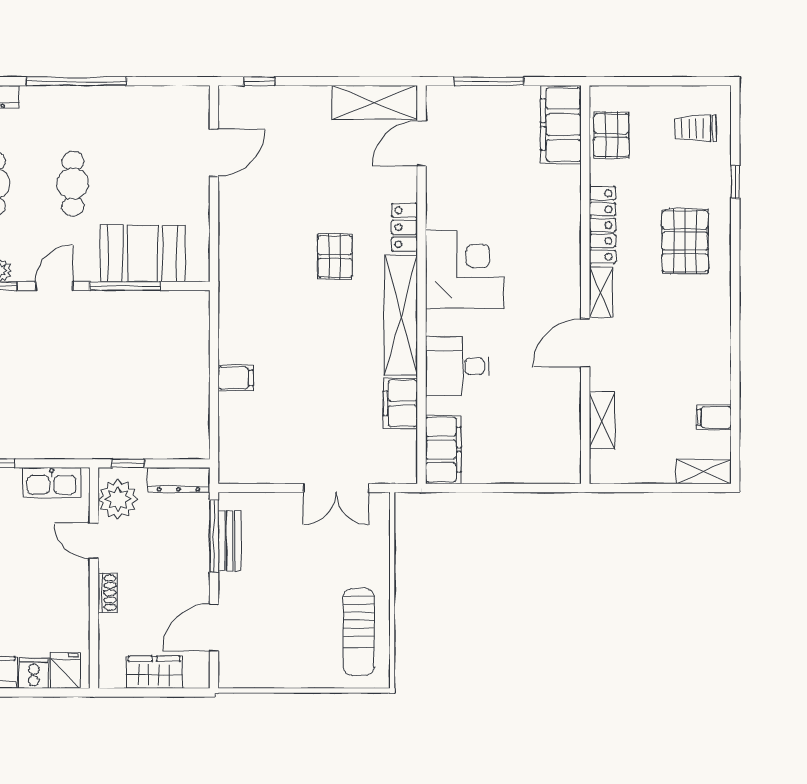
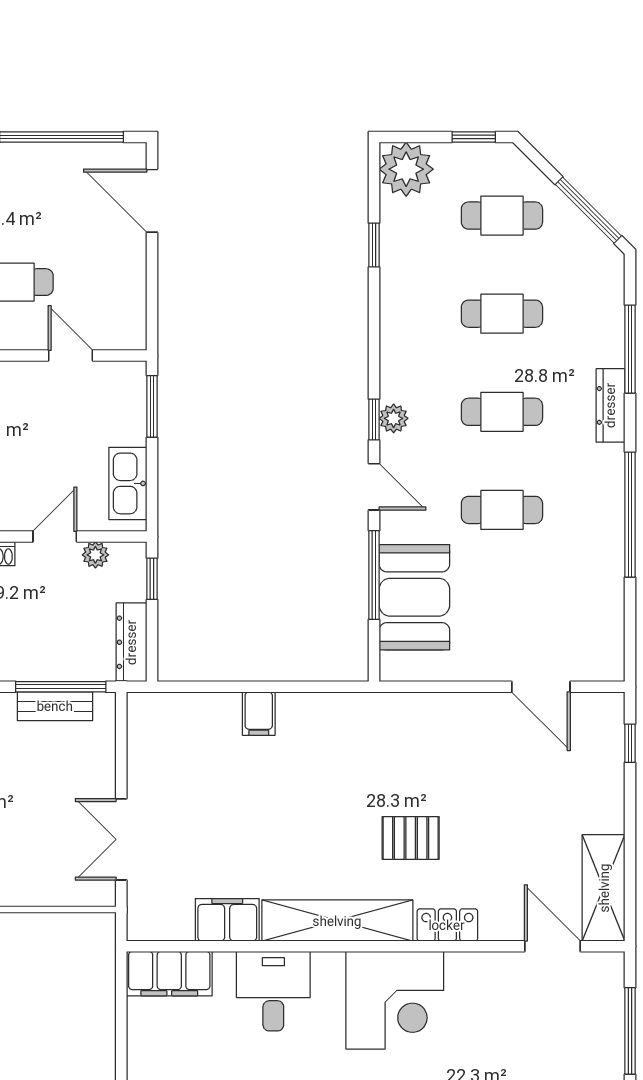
plant: (118, 499) -> (95, 555), width x0.53, depth x0.53

